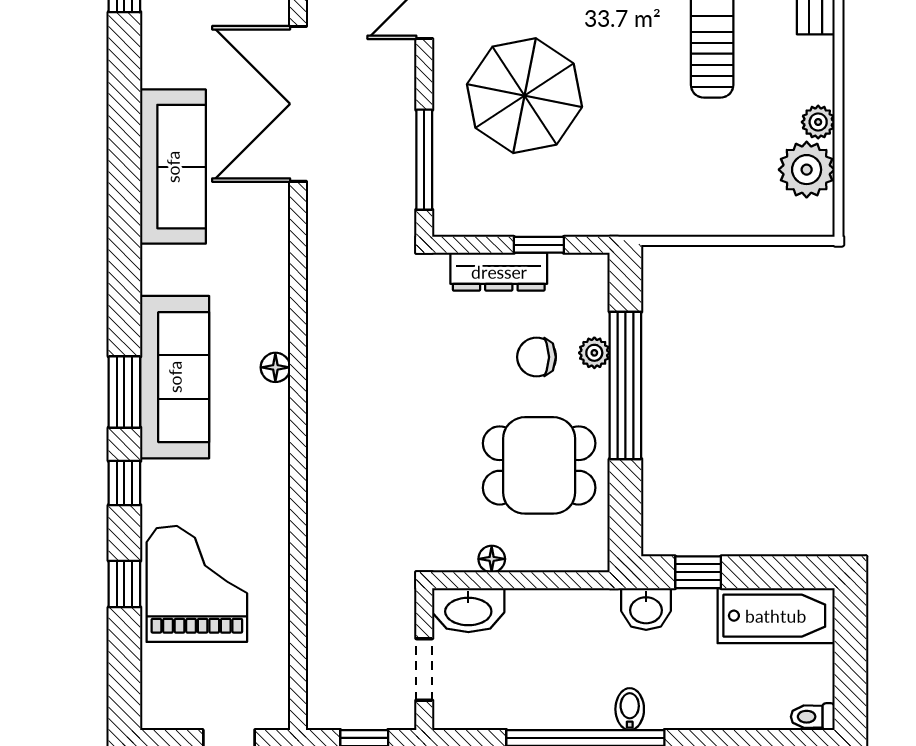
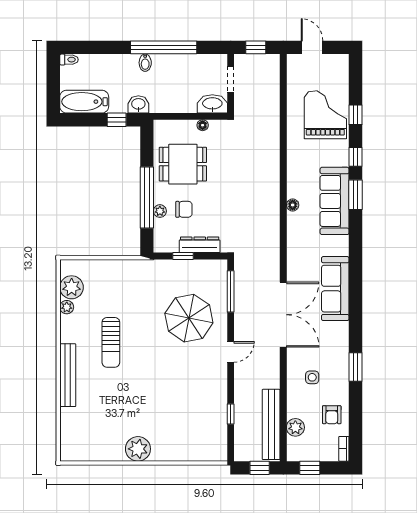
grand piano: (197, 584) -> (325, 115), turned 180

